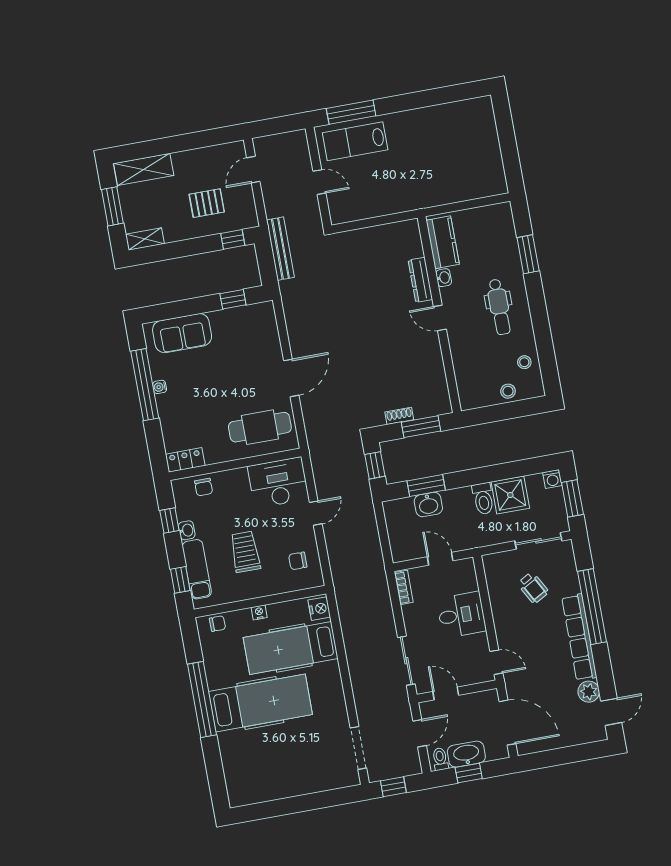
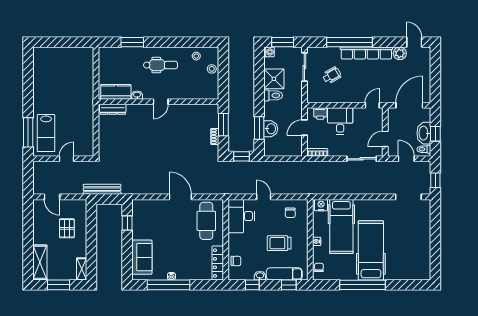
window: (233, 239) -> (91, 217), removed
dresser: (420, 280) -> (113, 109), moved
locker: (185, 460) -> (218, 263), width x1.53
printer: (468, 580) -> (320, 114), added

